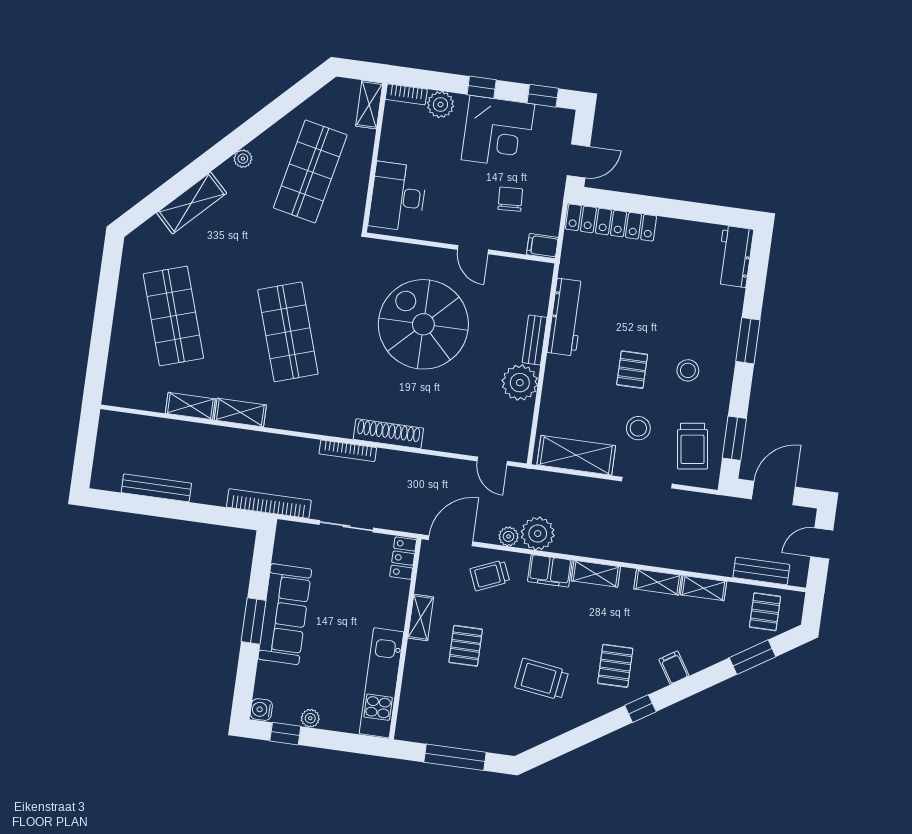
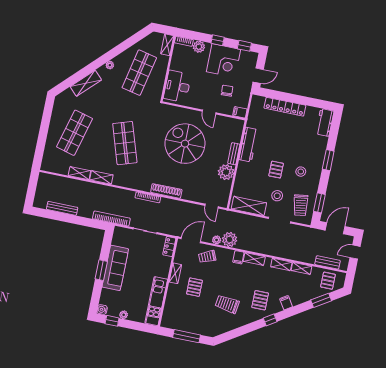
locker: (611, 223) -> (285, 107), moved
shop shelf: (173, 316) -> (75, 133), turned 33
filing cabinet: (550, 571) -> (238, 257), width x0.50

